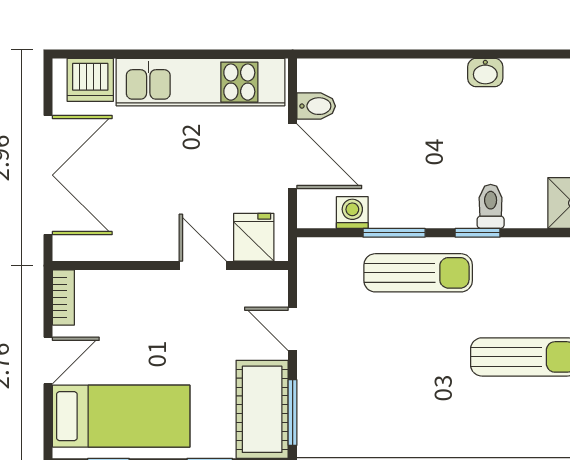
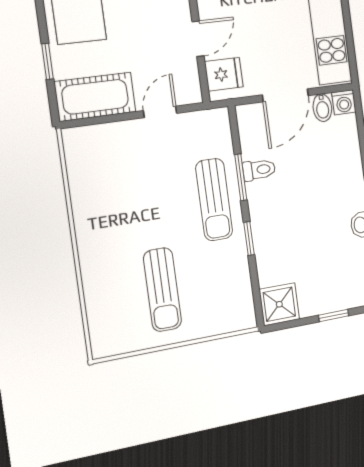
toilet: (491, 206) -> (259, 170), moved
washing machine: (352, 213) -> (344, 102), moved, turned 90
window: (293, 412) -> (96, 120), removed

